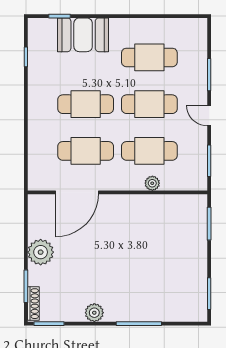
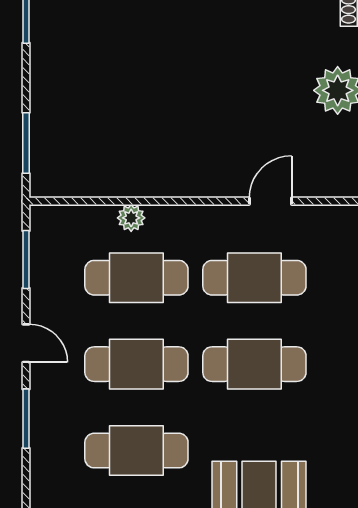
door: (77, 192) -> (270, 201), width x0.53

